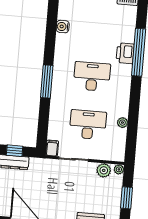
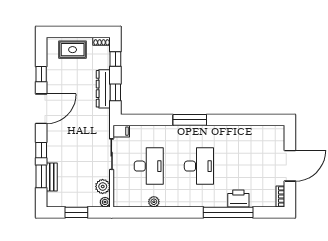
water cooler: (63, 27) -> (248, 131), removed
printer: (125, 53) -> (238, 199), moved

